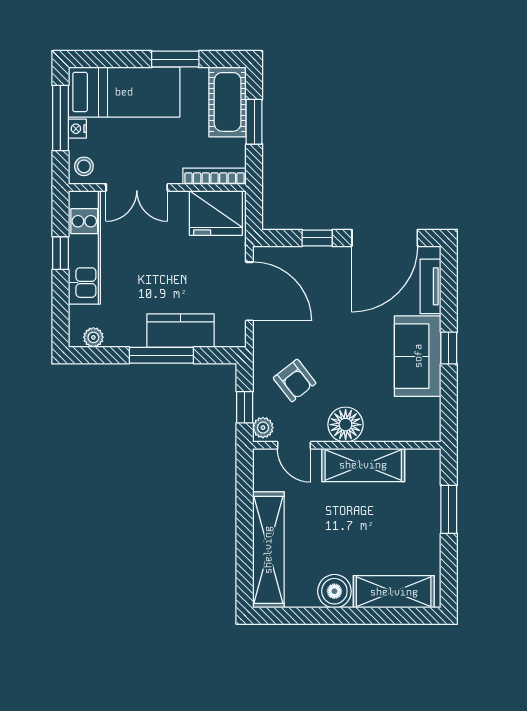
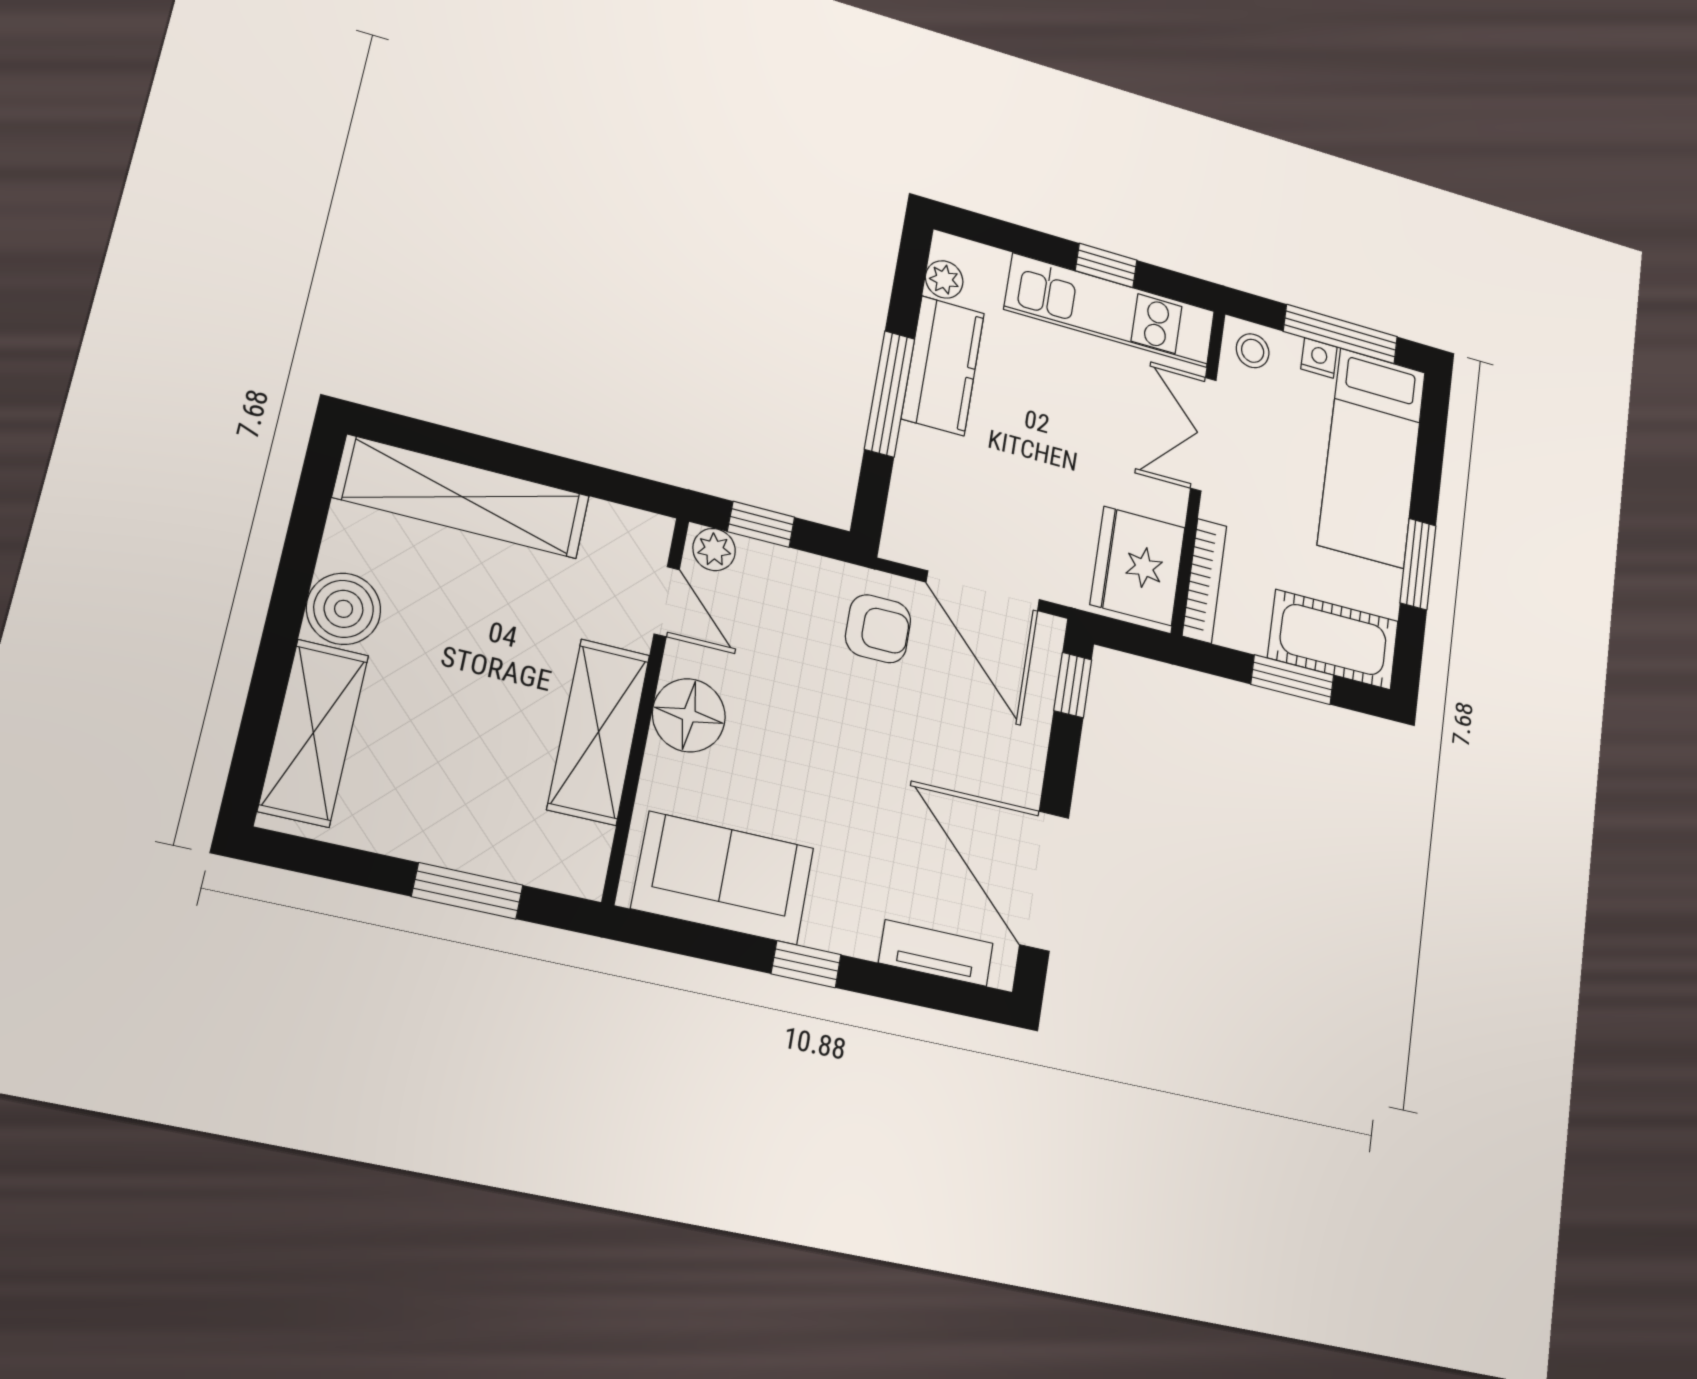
window: (317, 238) -> (1073, 685), moved
door: (249, 291) -> (983, 591), hinge flipped
kitchen counter: (181, 331) -> (943, 366), moved
sofa: (418, 356) -> (723, 878), moved
armchair: (295, 381) -> (878, 629), moved, turned -142
door: (294, 445) -> (667, 602), swing flipped

